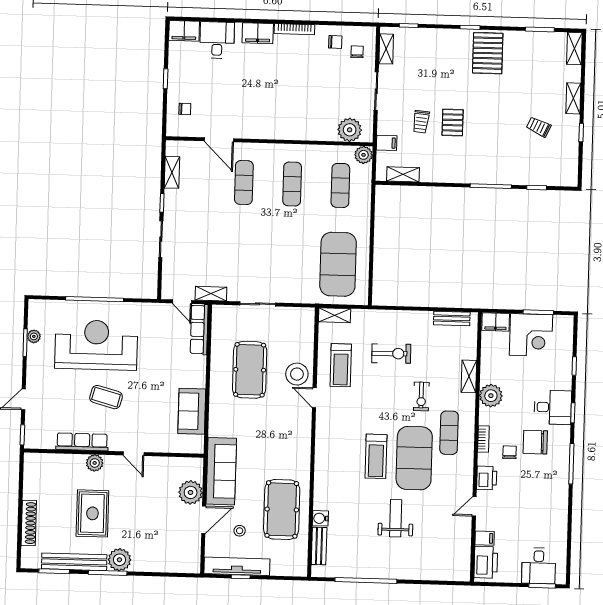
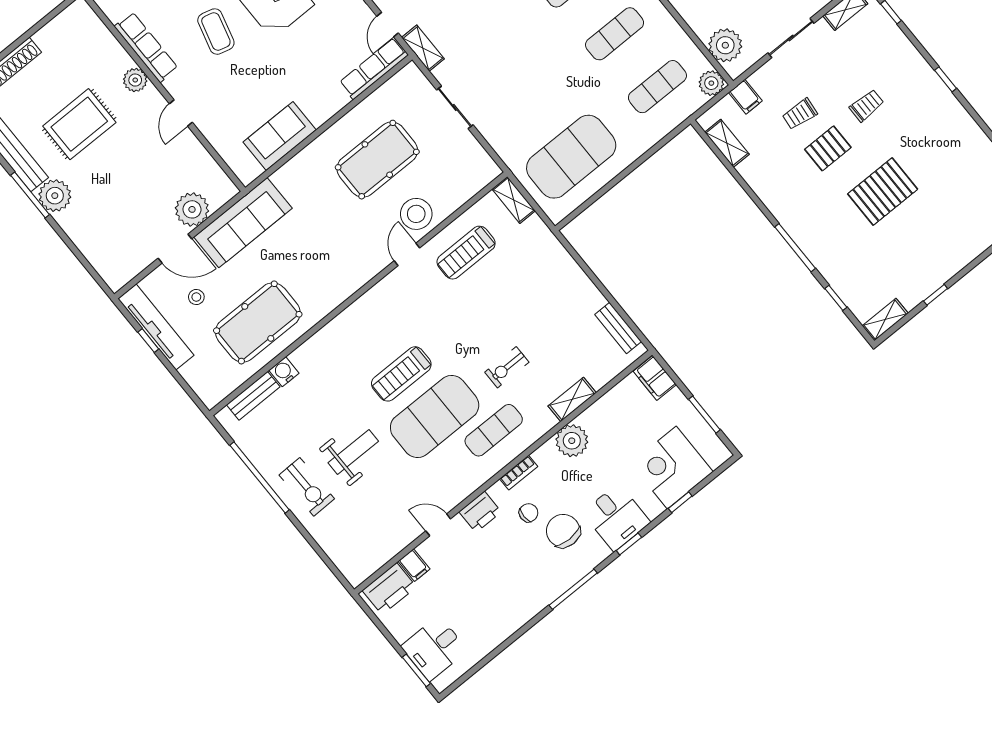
pallet: (488, 53) -> (883, 192), moved
shelving: (573, 98) -> (885, 320), moved
trolley: (539, 127) -> (867, 105), moved, turned 66
corner desk: (531, 335) -> (672, 467), moved, turned 90
exercise bike: (391, 354) -> (307, 487), moved

